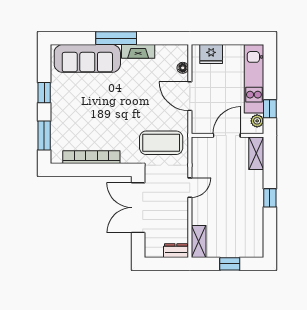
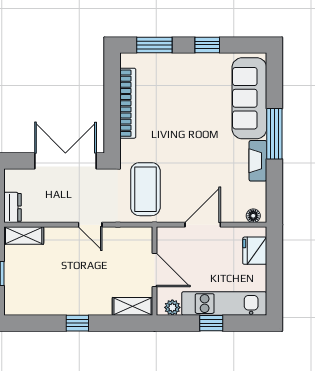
floor lamp: (183, 68) -> (253, 216), moved
window: (270, 109) -> (211, 323), moved

